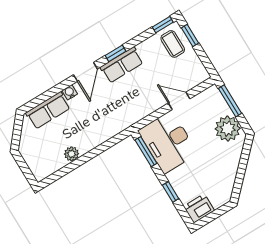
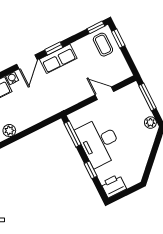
plant: (228, 129) -> (150, 123), width x0.53, depth x0.53
desk: (168, 142) -> (99, 142), moved

